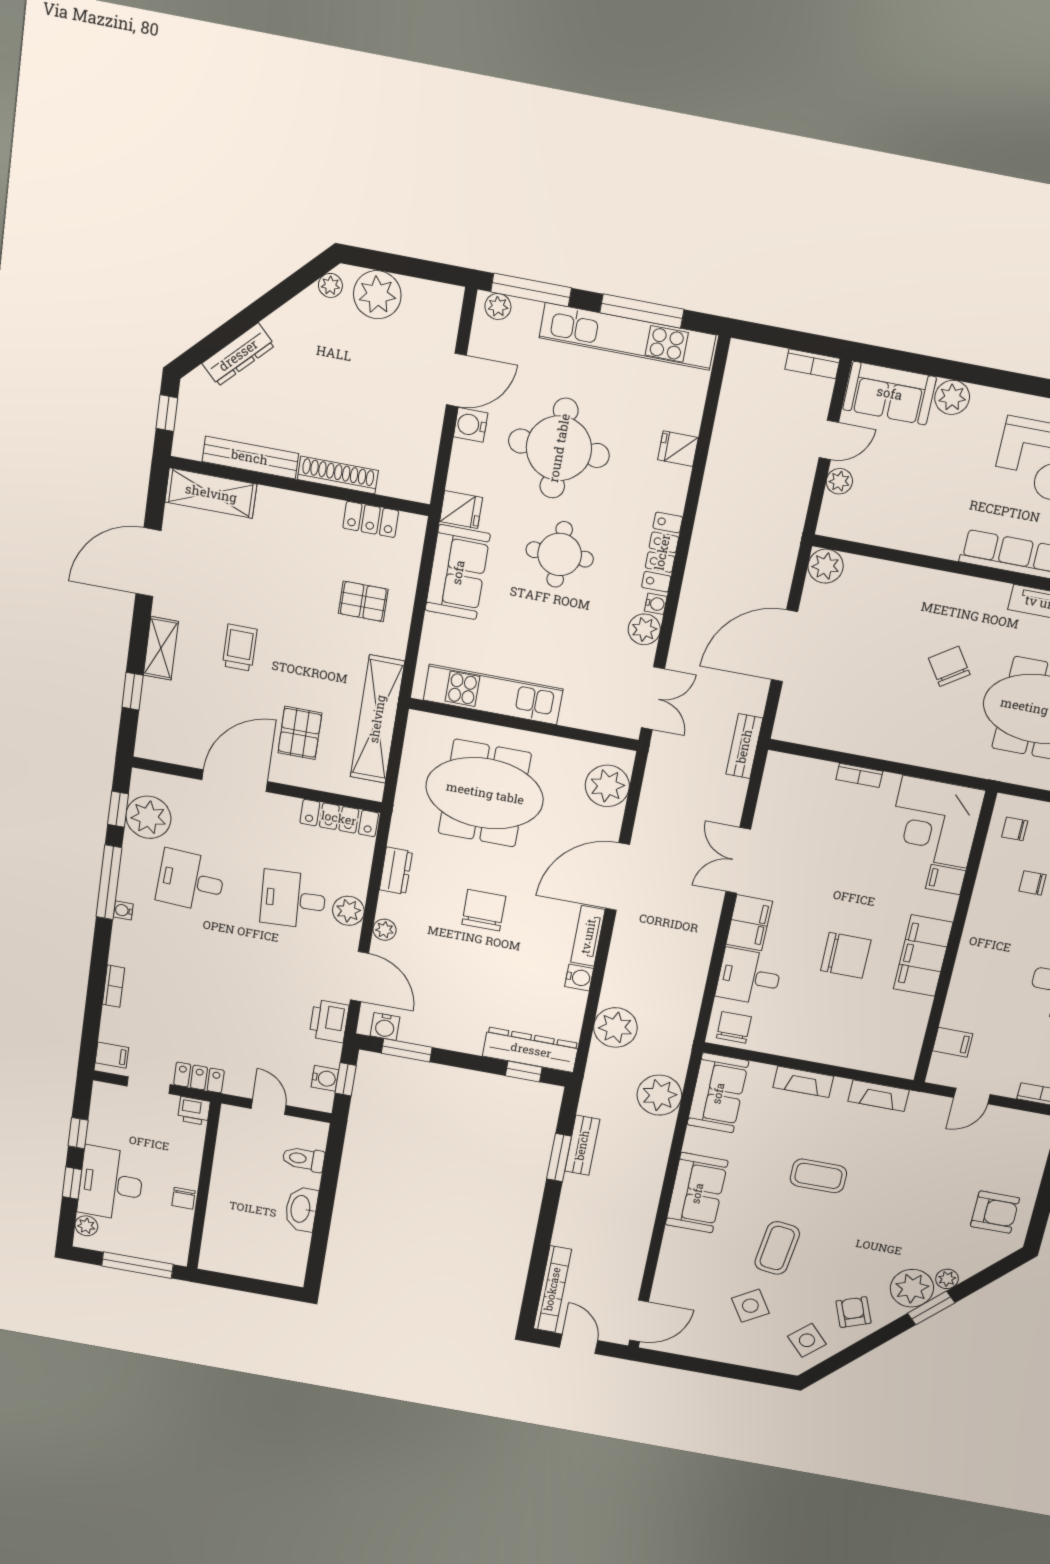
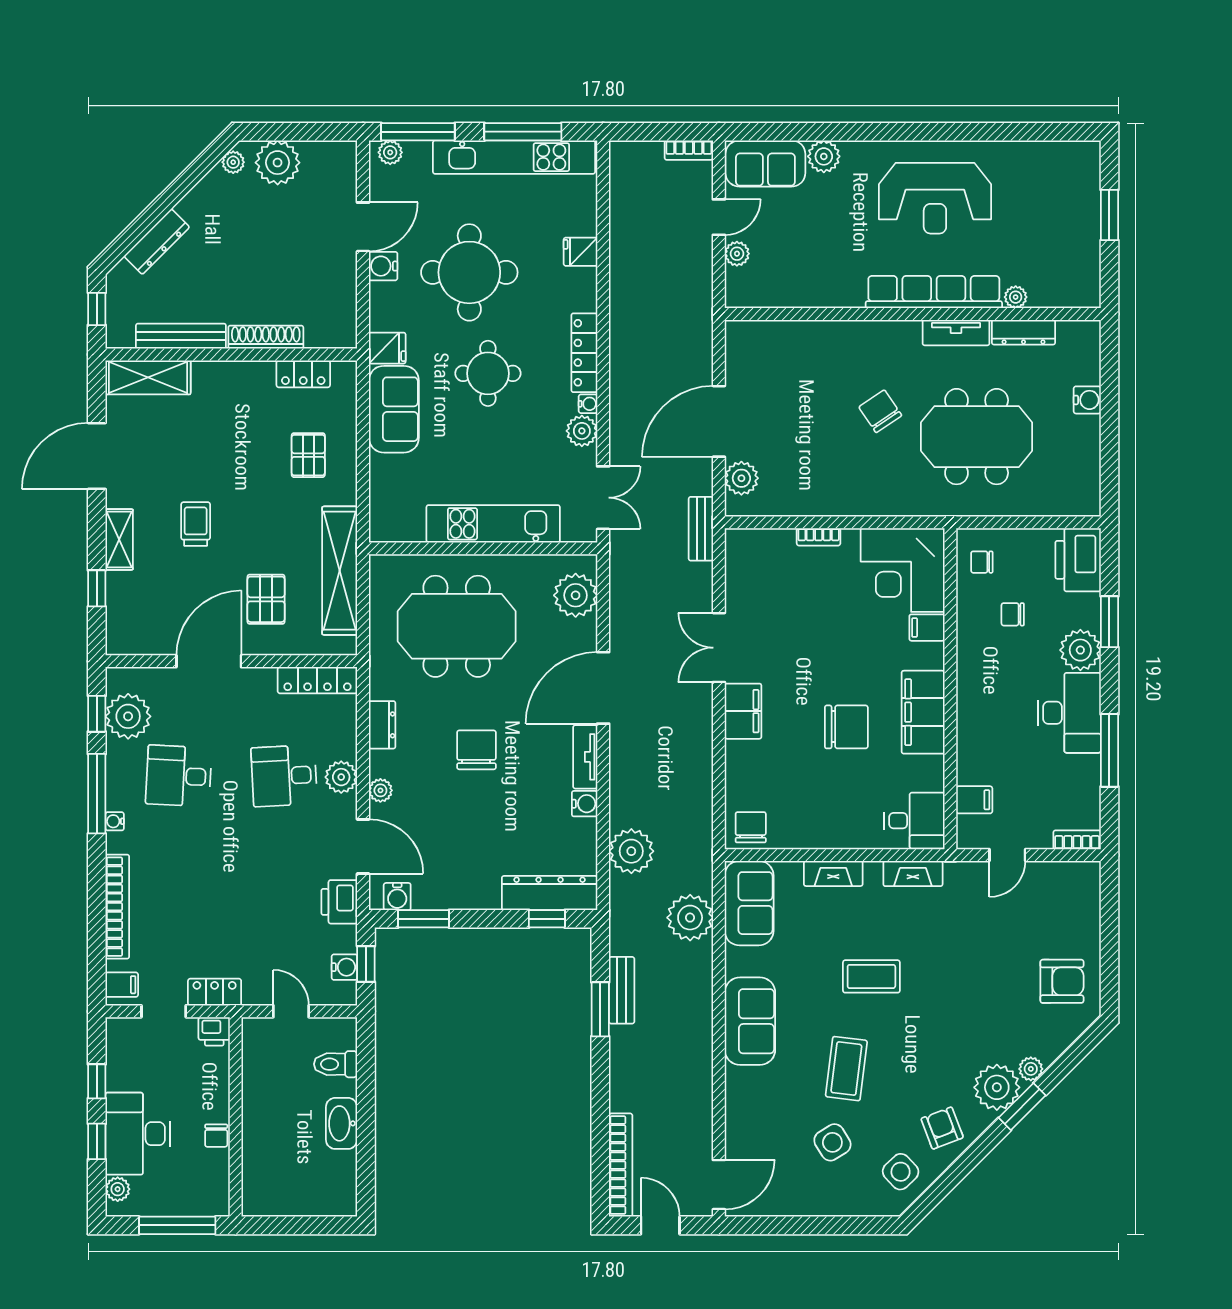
plant: (826, 566) -> (741, 478), moved
pallet: (363, 601) -> (308, 455), turned 90
kitchen unit: (493, 694) -> (493, 524), moved
desk: (749, 977) -> (914, 821), moved, turned 180
bookcase: (114, 986) -> (117, 907), width x2.31, depth x1.31

